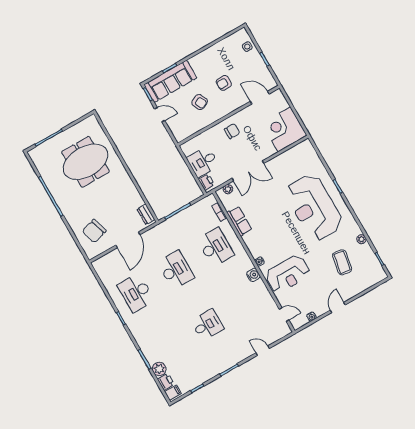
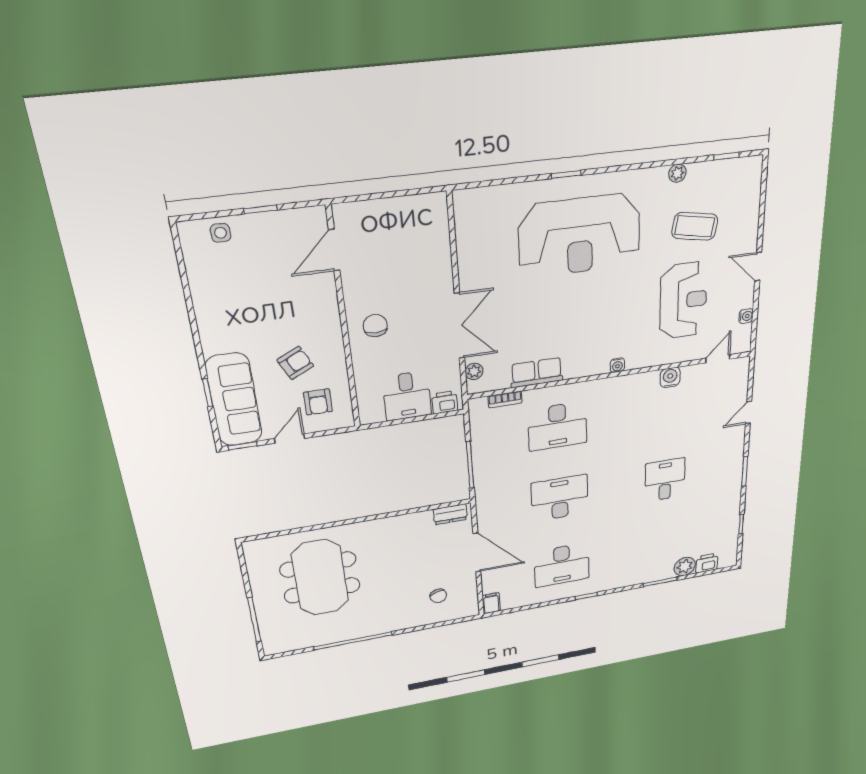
armchair: (224, 83) -> (318, 402), moved
corner desk: (284, 129) -> (415, 229), removed
chair: (94, 231) -> (438, 596), width x0.54, depth x0.54
desk: (215, 247) -> (557, 426), turned 180
reception desk: (288, 274) -> (683, 300), moved
water cooler: (253, 275) -> (670, 377), moved
filing cabinet: (173, 393) -> (491, 603), moved

